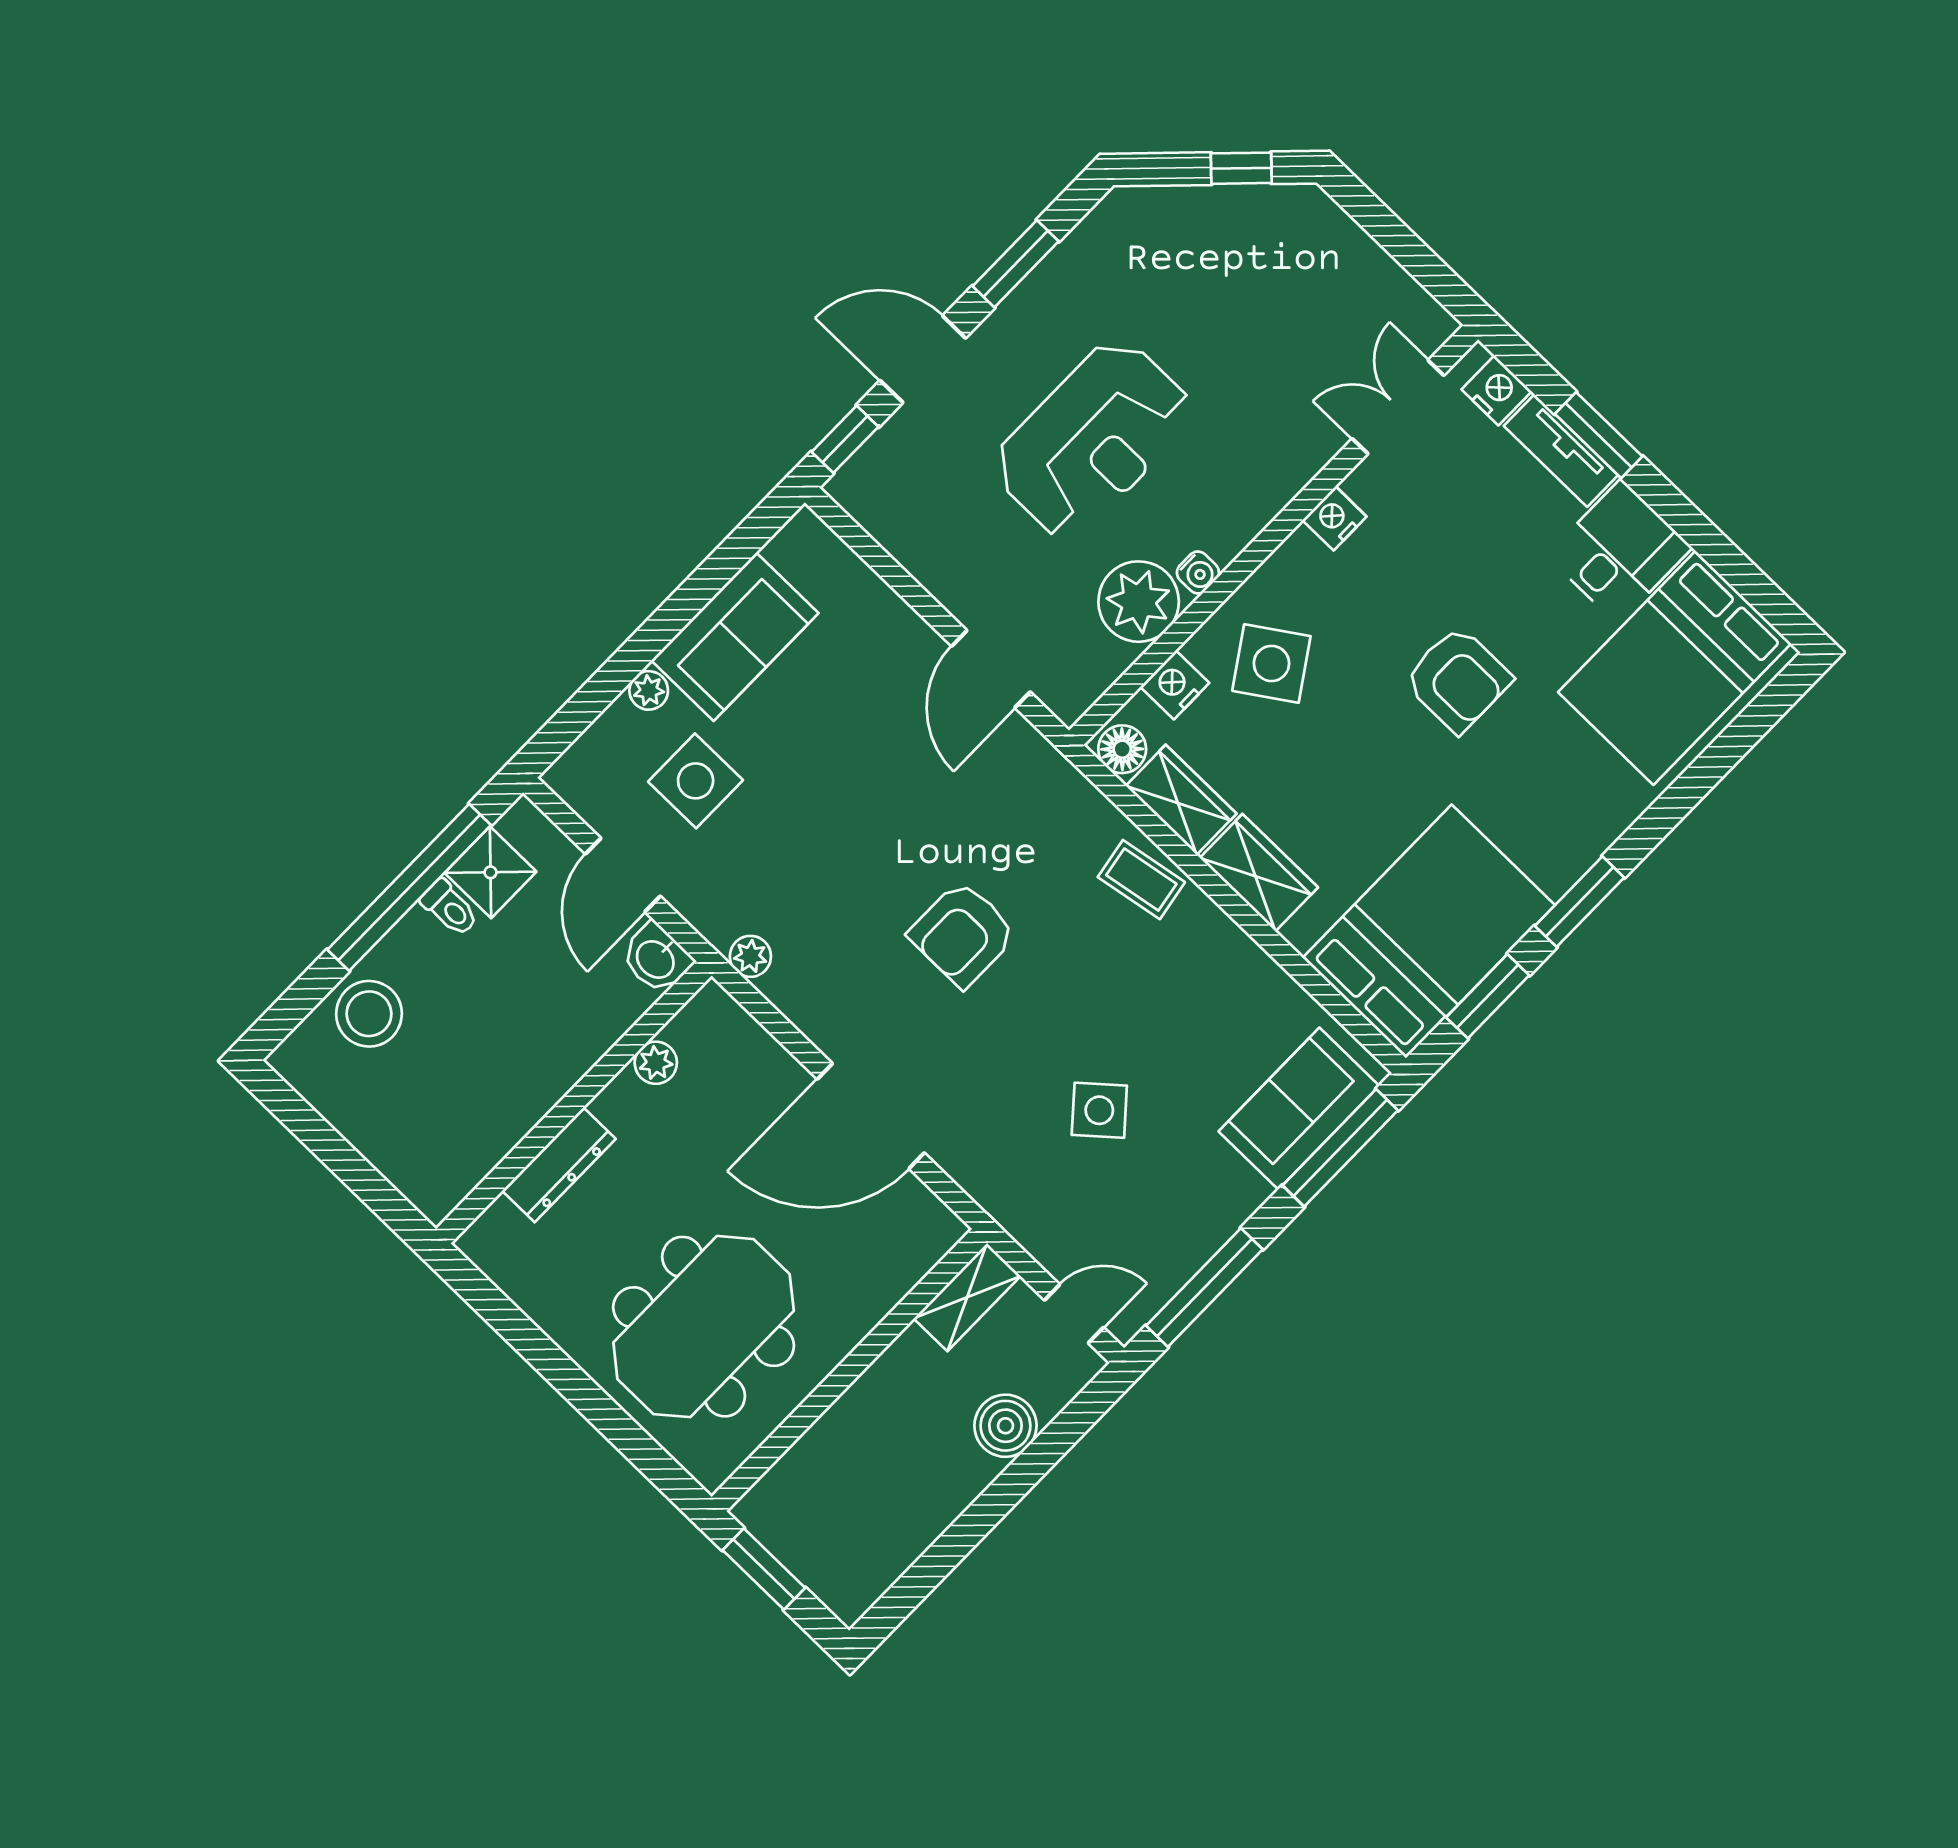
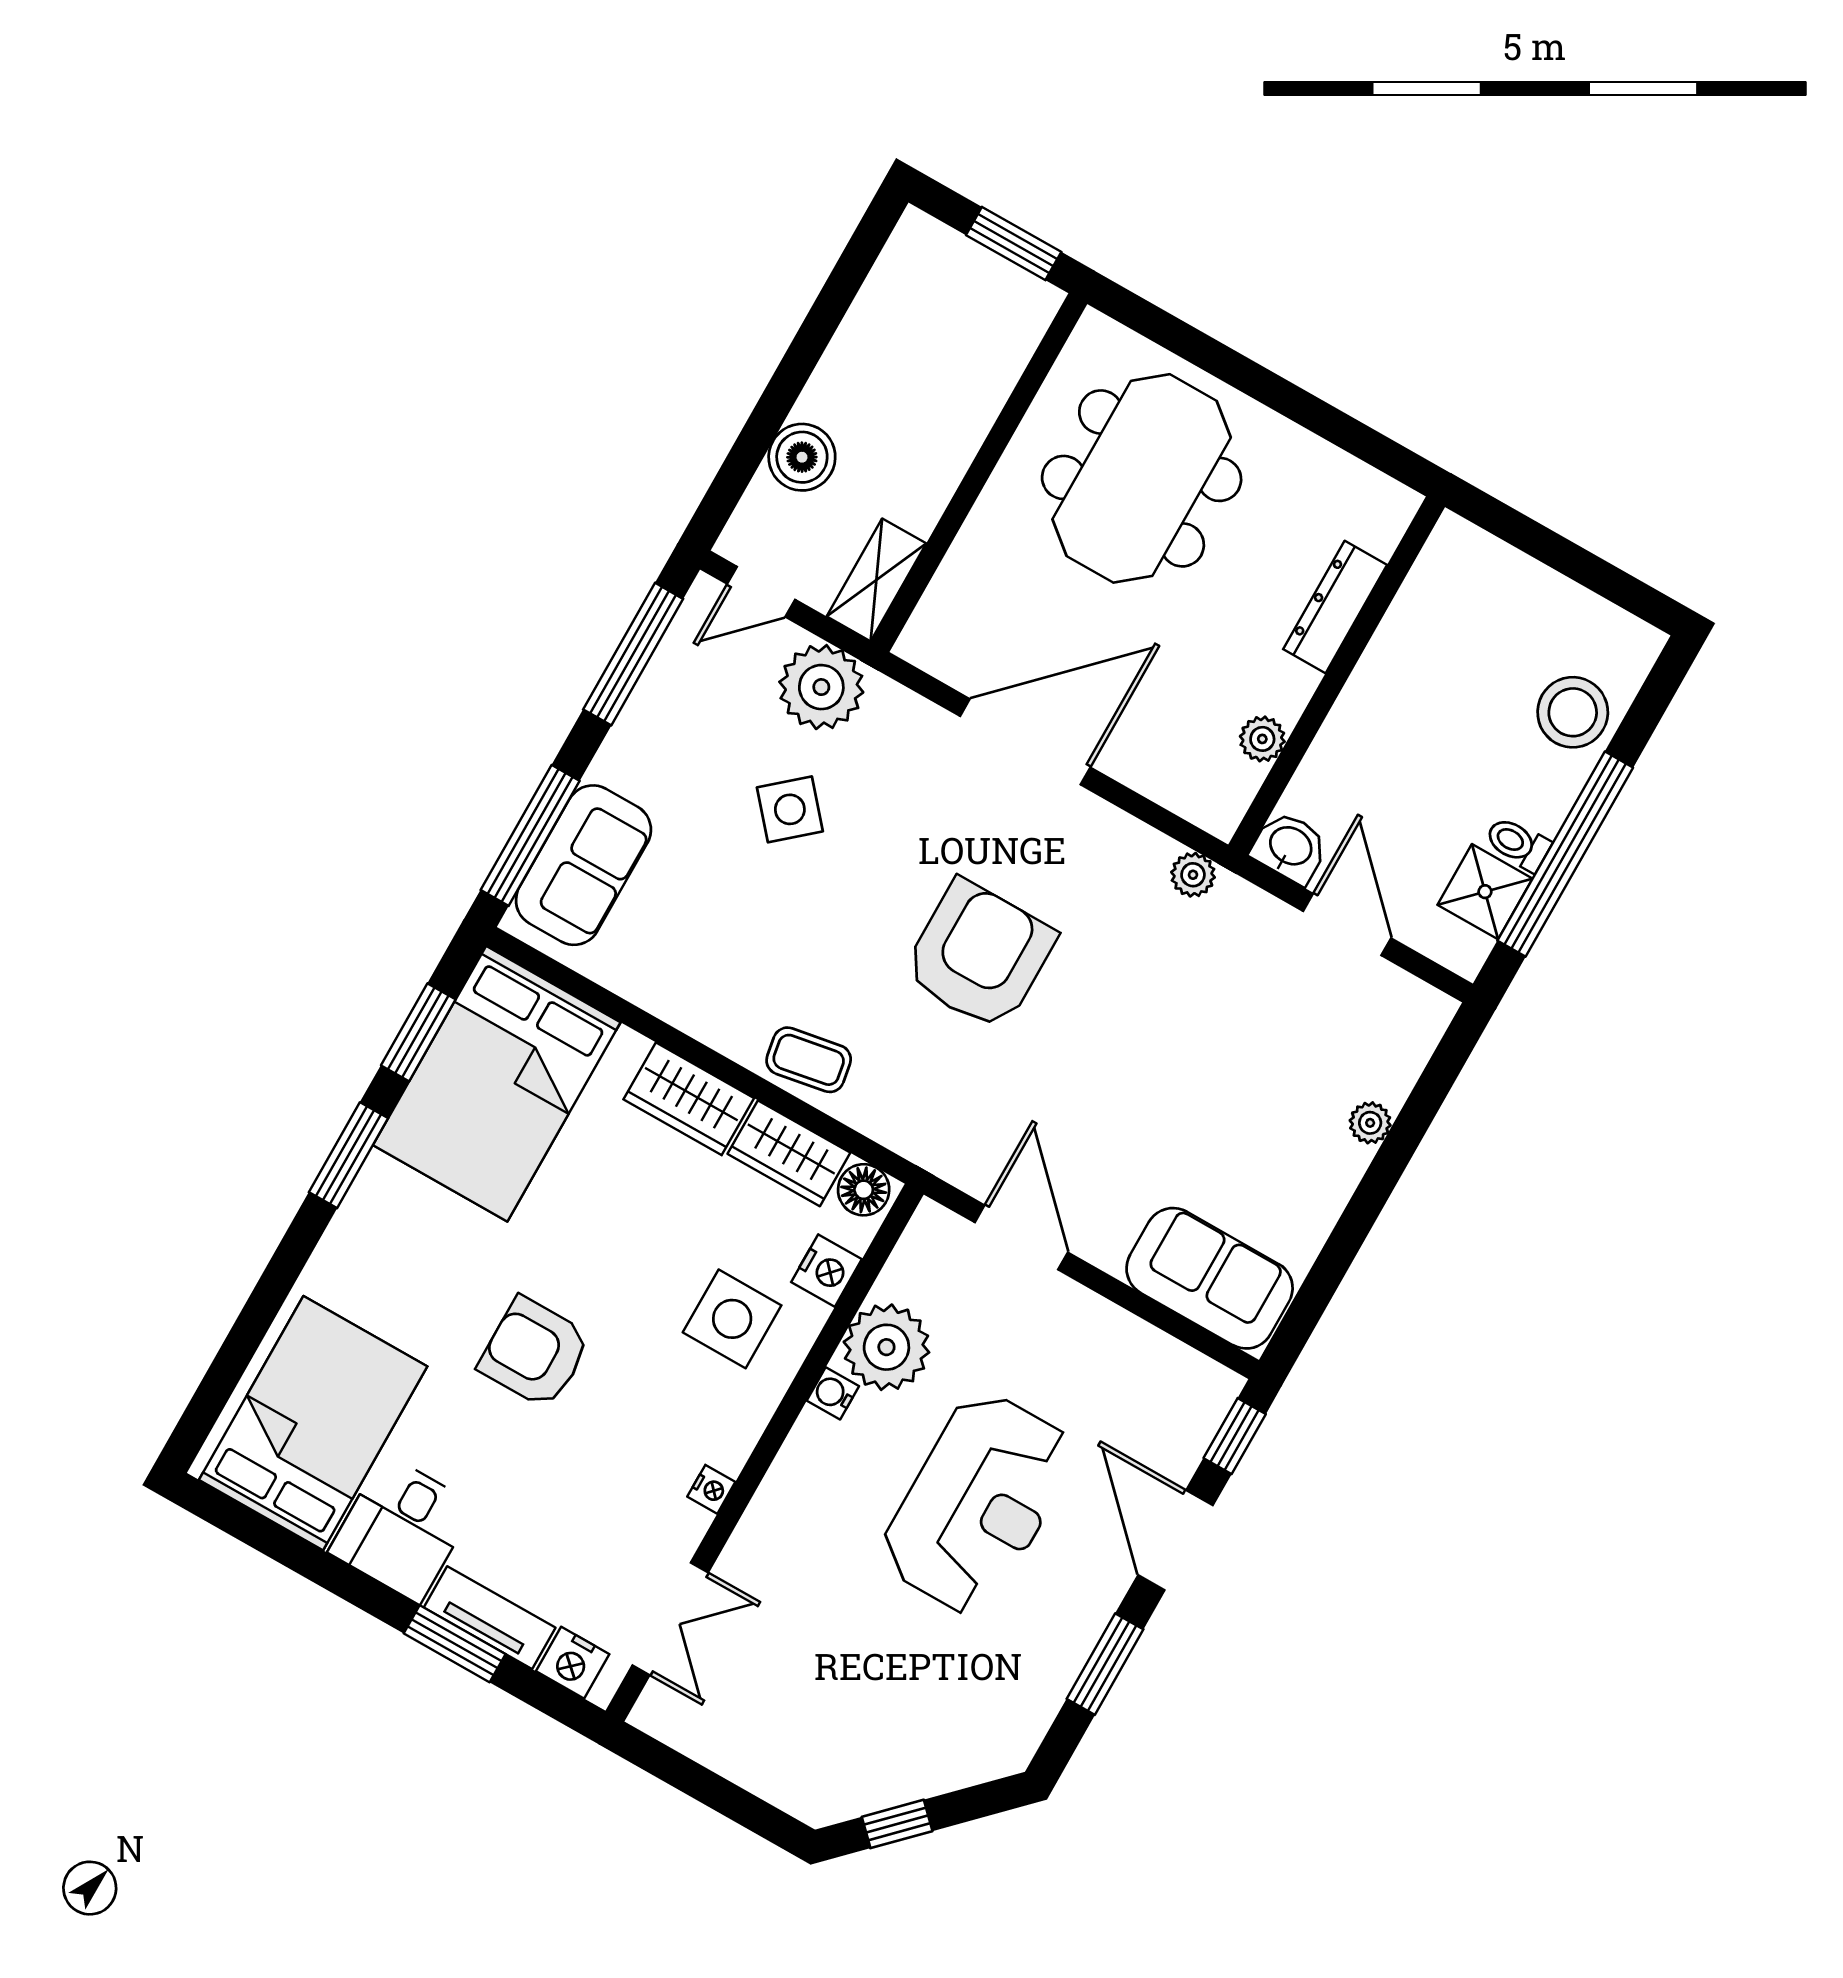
door: (923, 359) -> (1175, 1540), swing flipped
reception desk: (1093, 439) -> (978, 1503), turned 180
nightstand: (1334, 518) -> (711, 1489), width x0.72, depth x0.74
sofa: (735, 637) -> (1210, 1278), moved, turned 90
side table: (1271, 663) -> (732, 1319), turned 34
side table: (696, 781) -> (1297, 1042), removed
armchair: (963, 934) -> (979, 955), width x1.36, depth x1.36
plant: (1042, 1213) -> (821, 687), added

